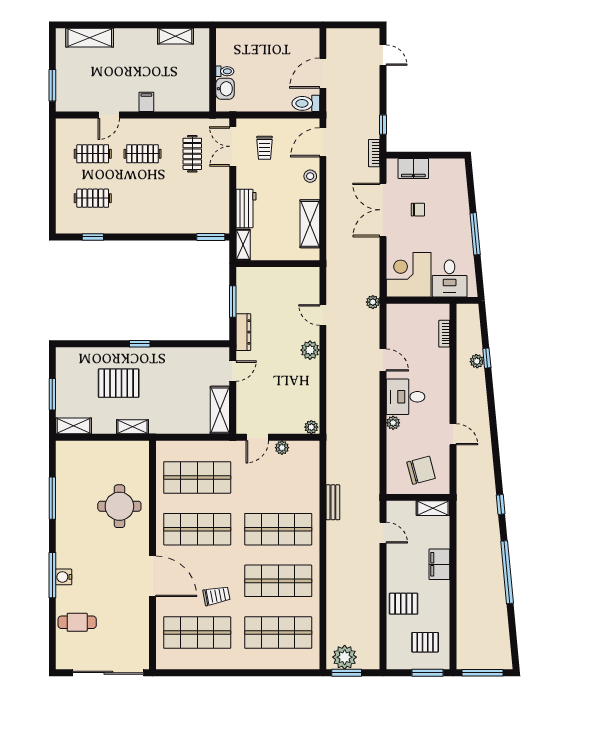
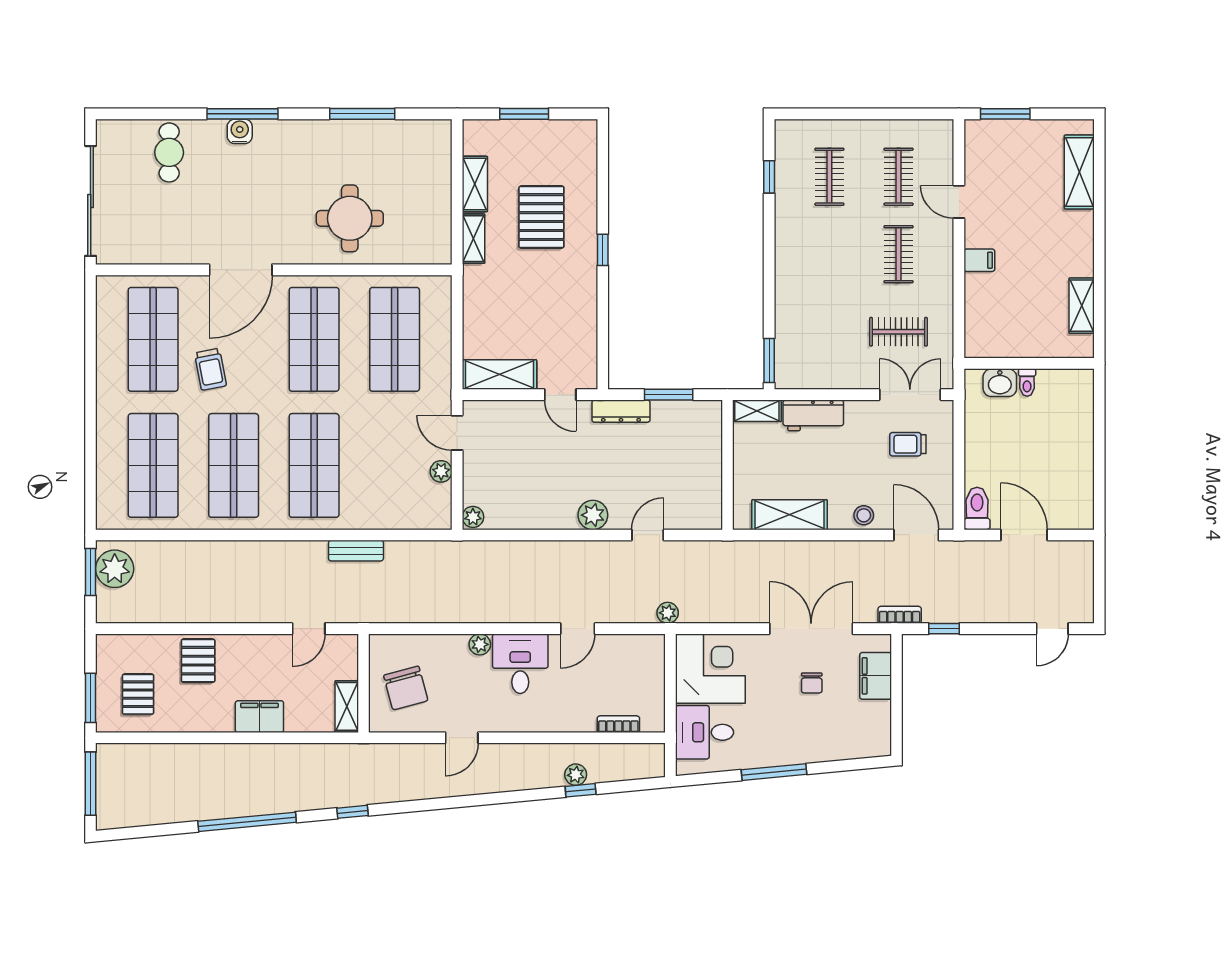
shelving: (74, 426) -> (475, 184), moved

